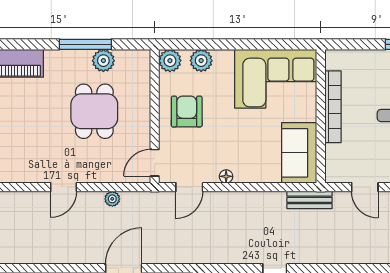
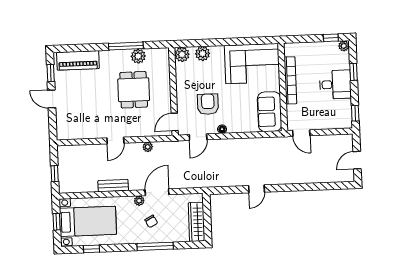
armchair: (187, 112) -> (208, 104), moved
door: (365, 187) -> (301, 133), moved
bench: (310, 200) -> (113, 186), moved

